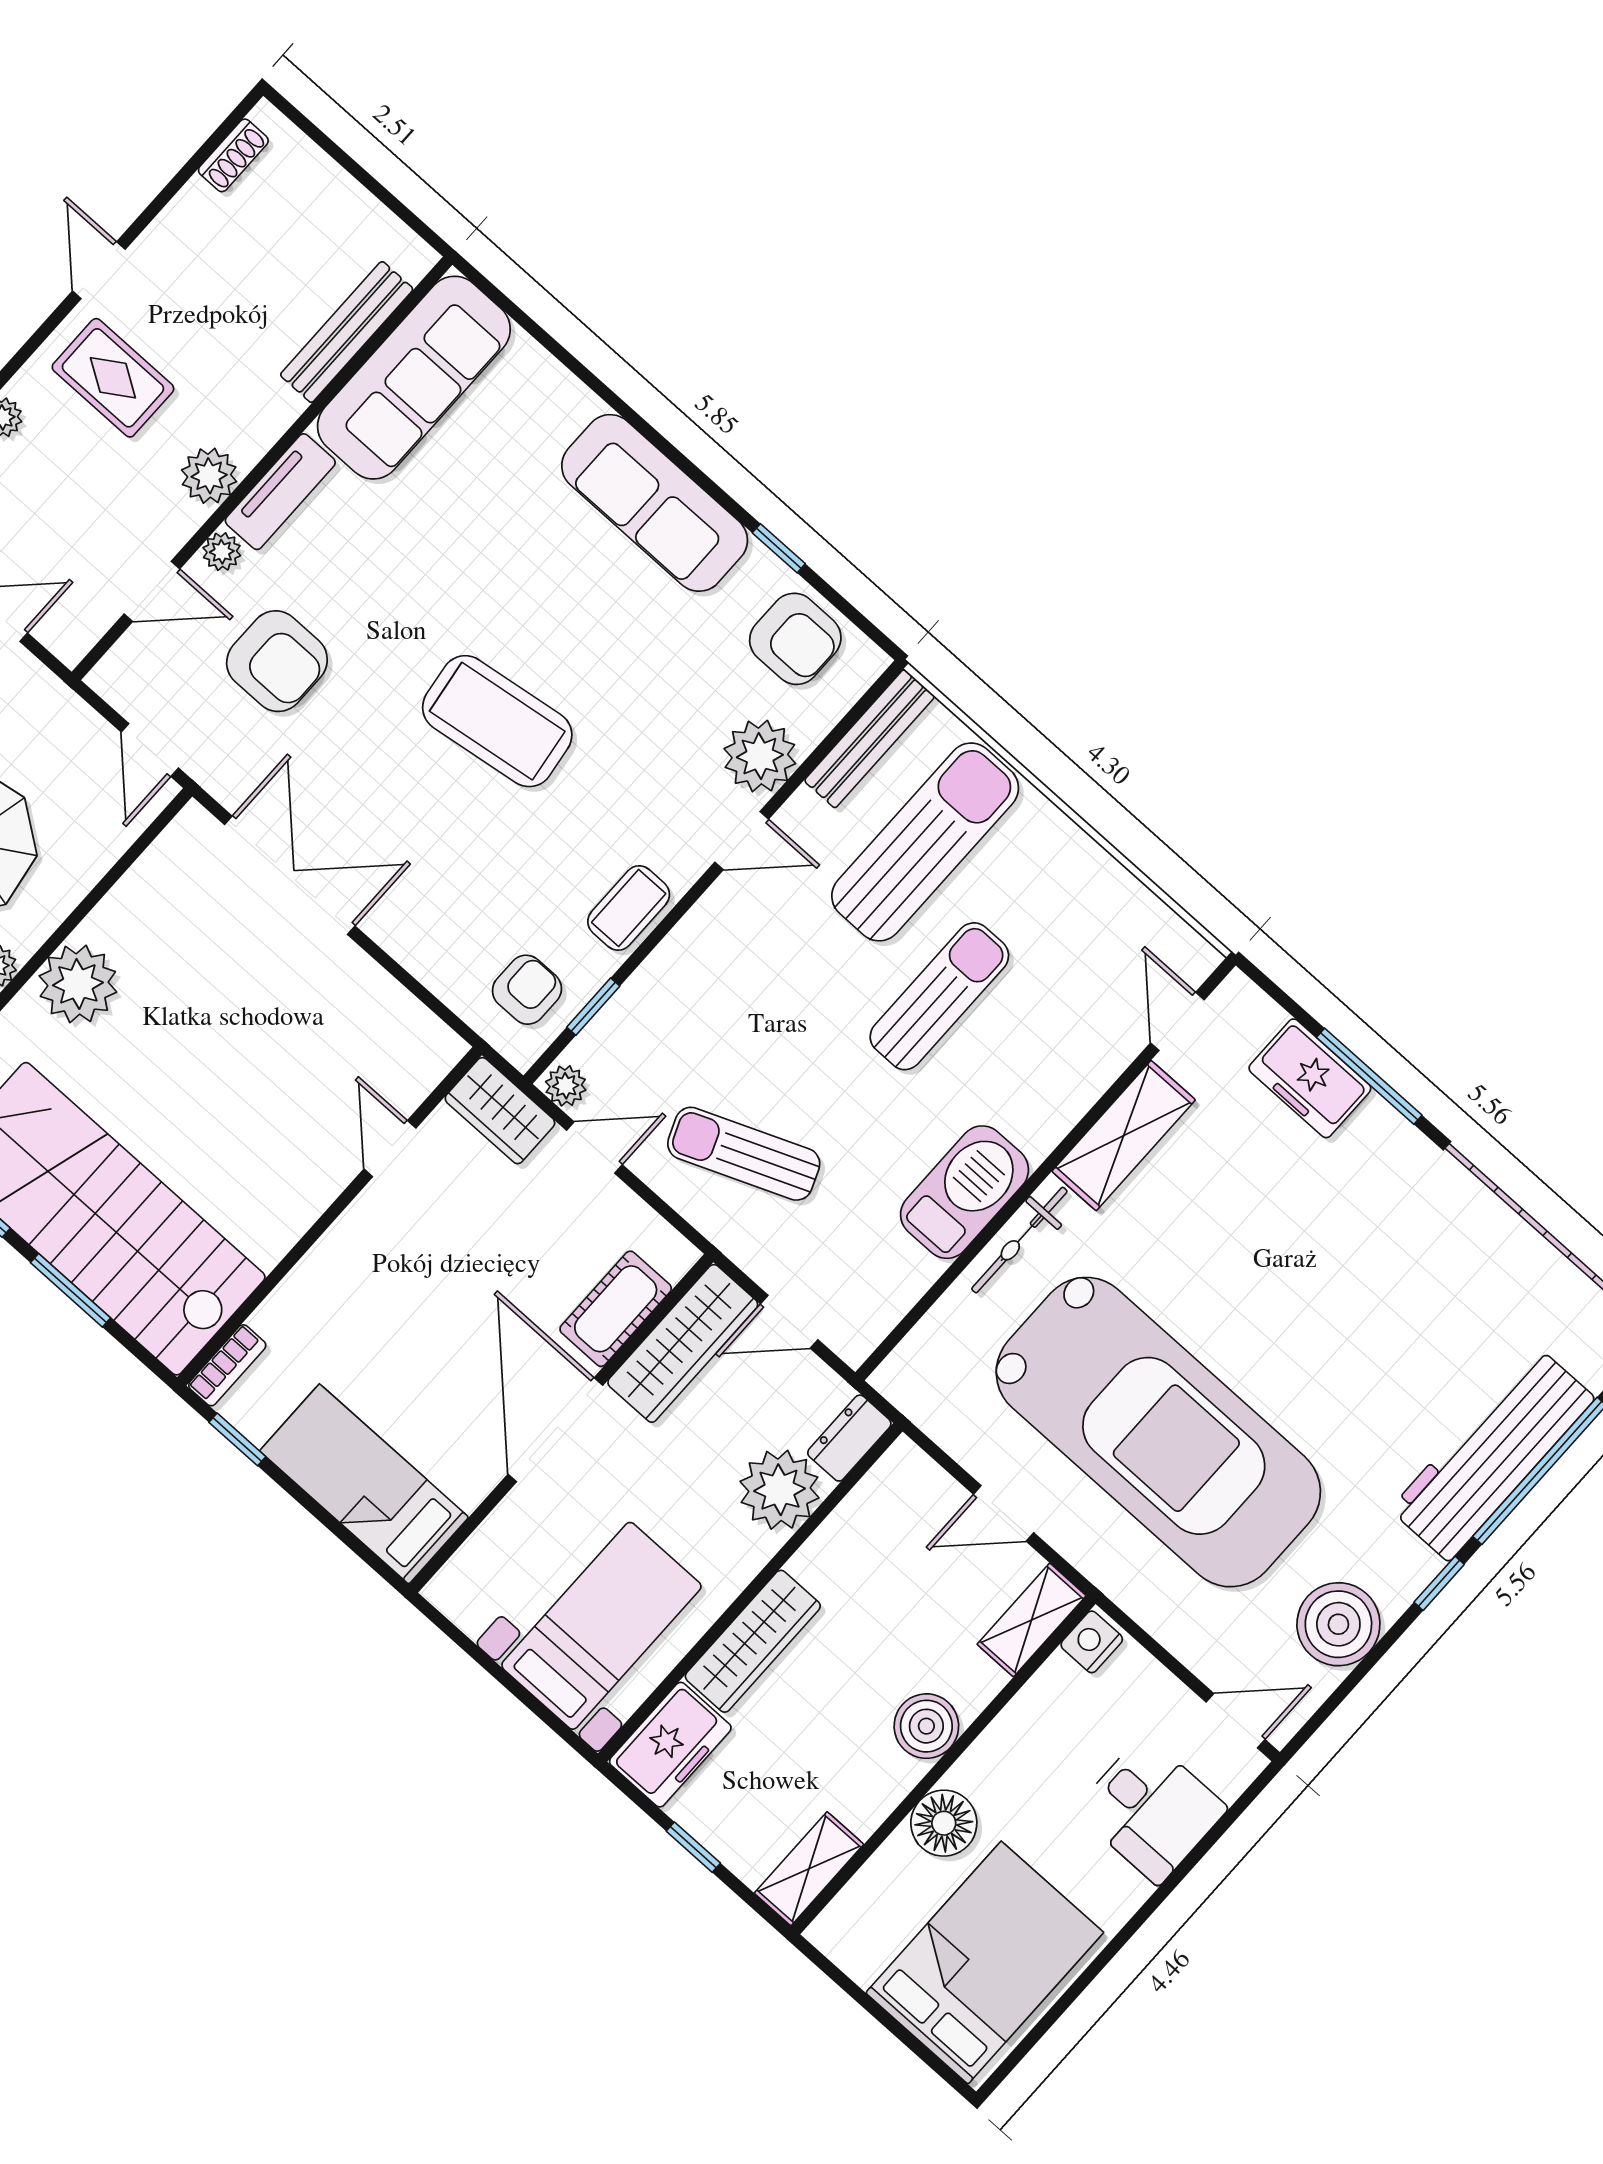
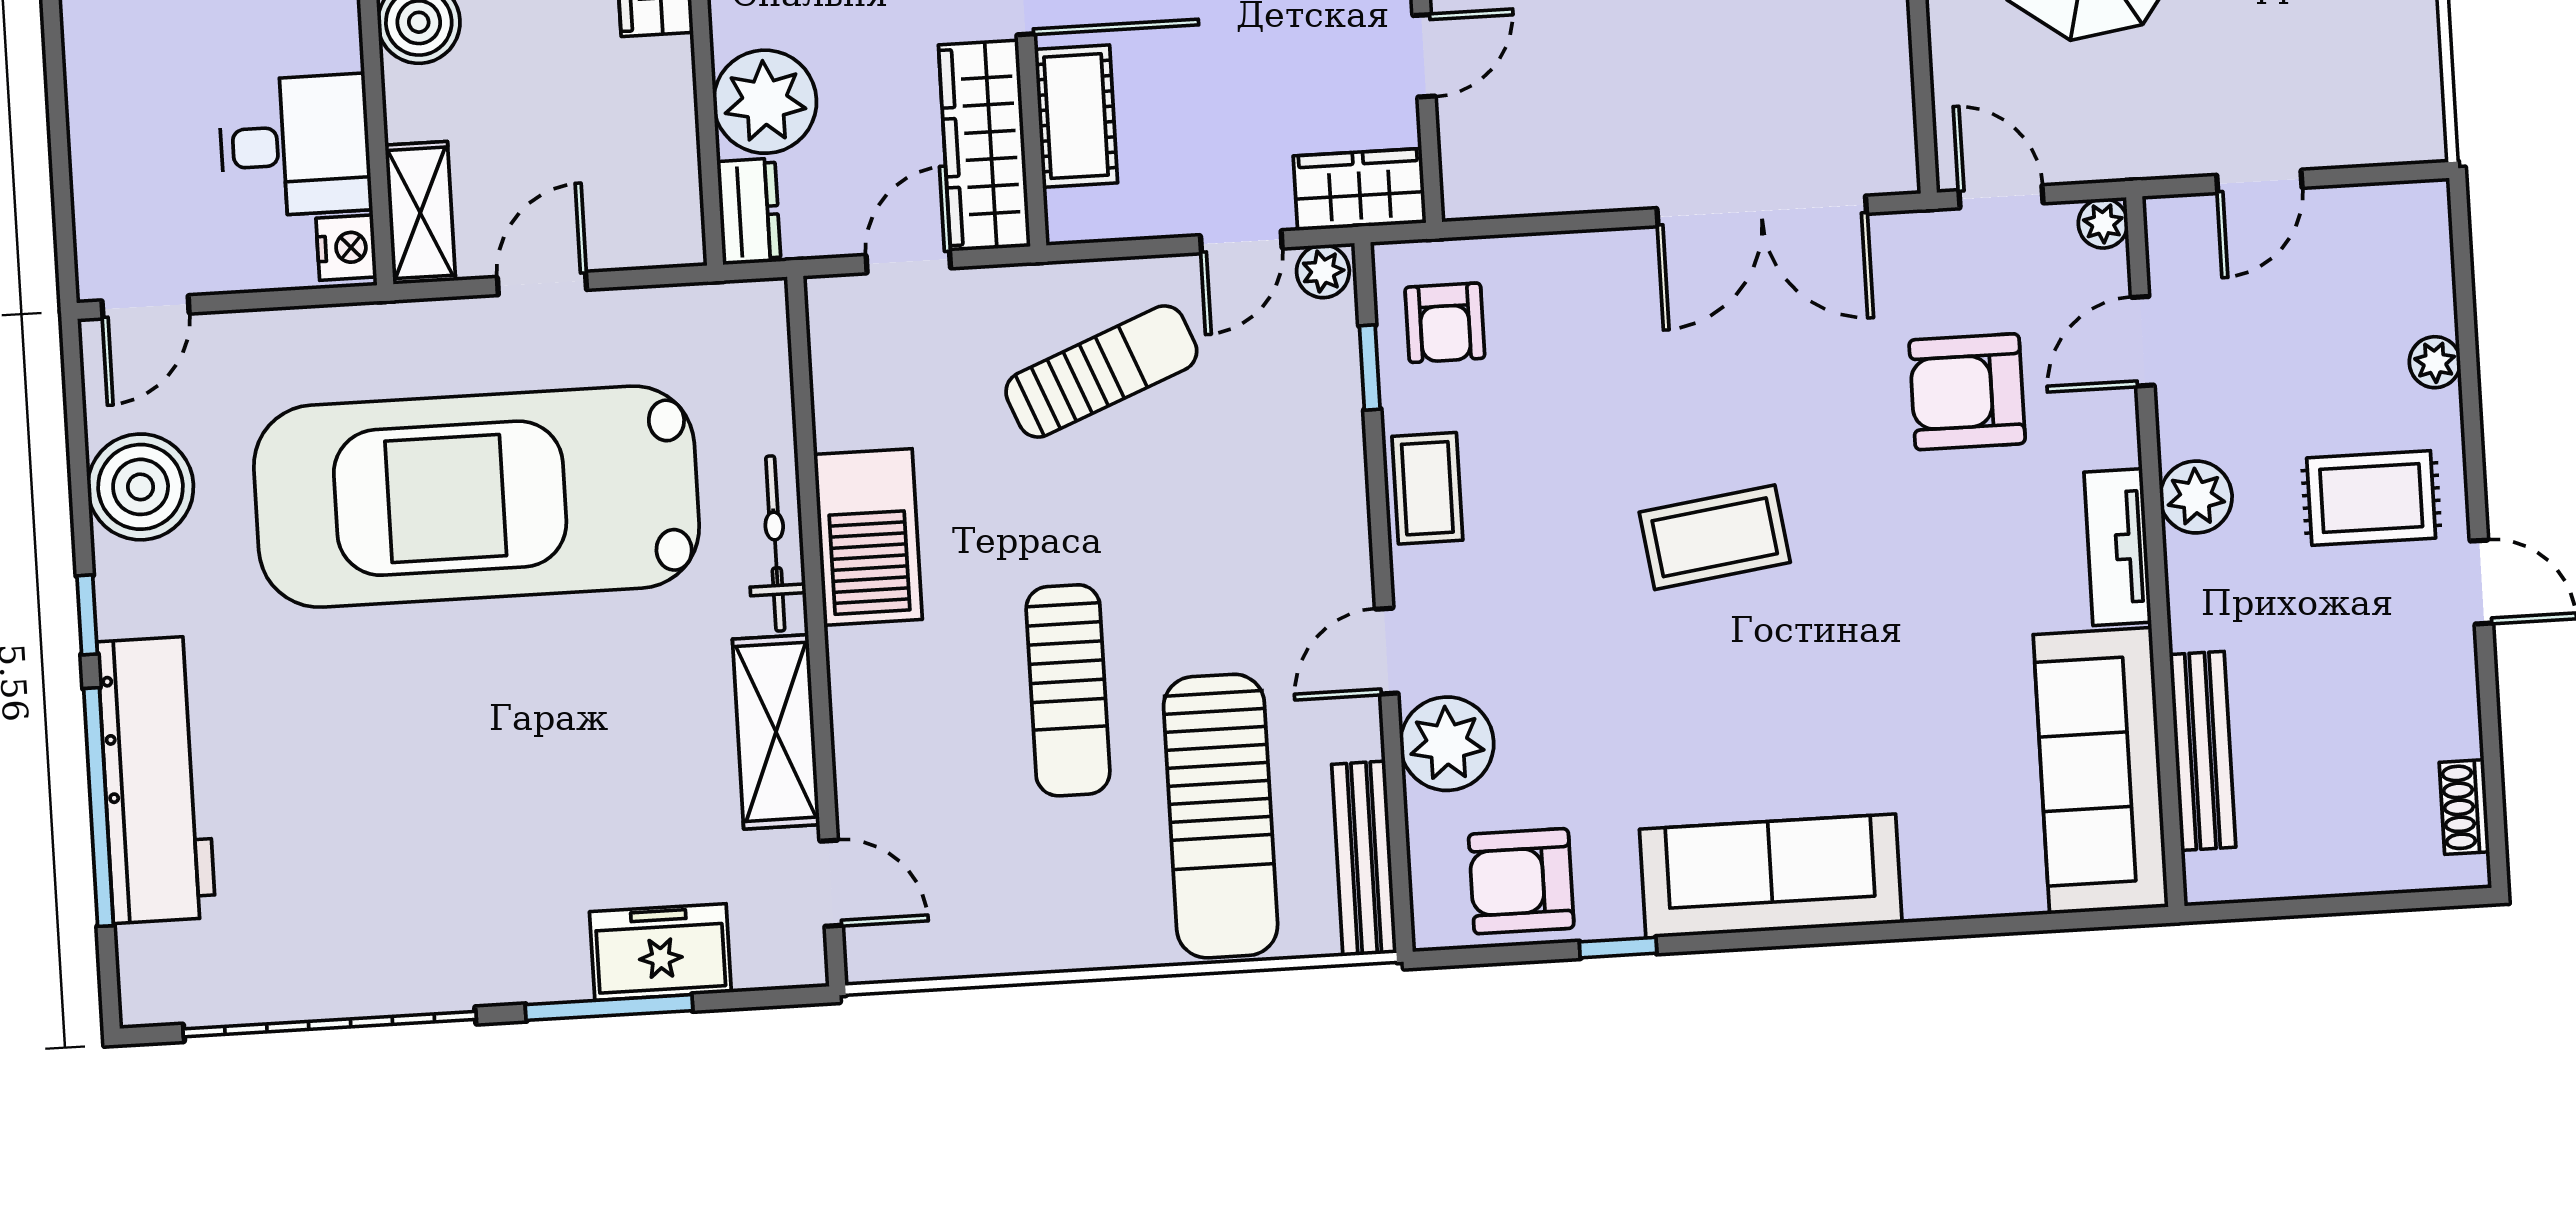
plant: (222, 552) -> (2103, 223), moved
coffee table: (497, 721) -> (1715, 537), width x0.73, depth x0.76
door: (390, 1149) -> (1424, 56), hinge flipped
desk: (1151, 1809) -> (295, 146), moved, turned 180

